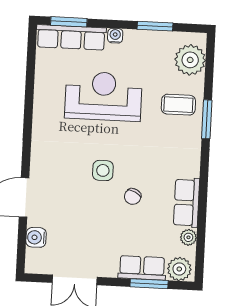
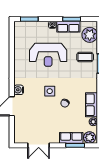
row of seats: (71, 37) -> (68, 27), moved, width x0.68
reception desk: (103, 96) -> (48, 55), turned 180
water cooler: (36, 237) -> (19, 90), moved

